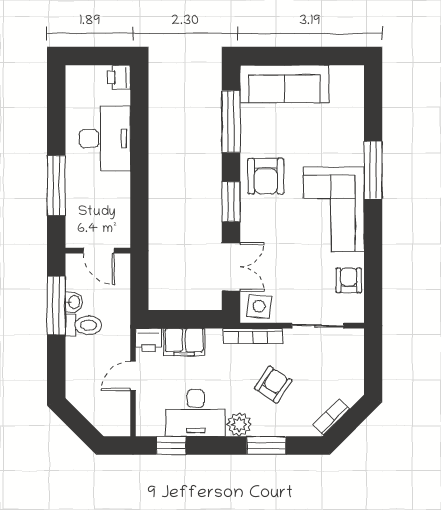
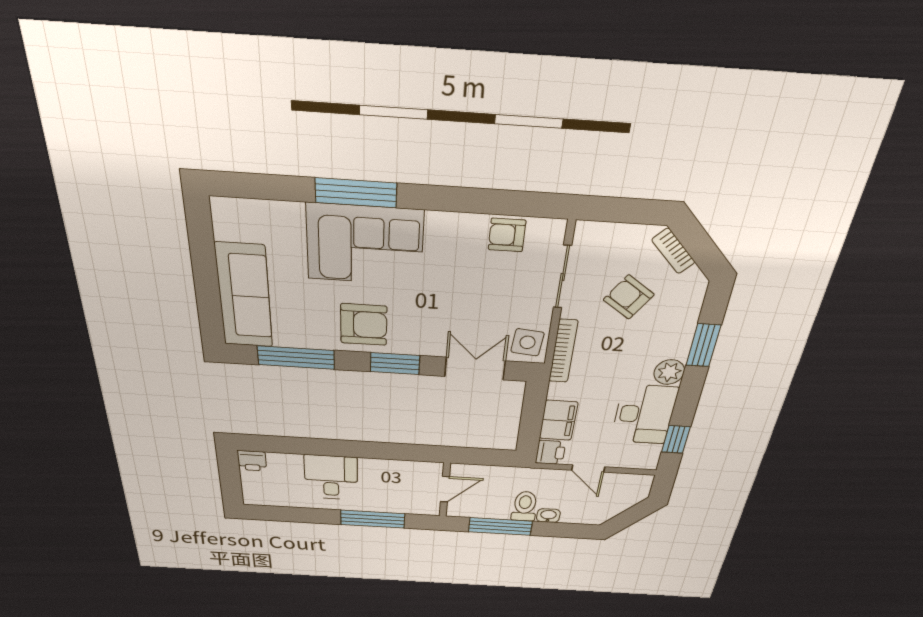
desk: (105, 139) -> (331, 477), width x0.73
corner sofa: (334, 209) -> (365, 245), moved
washbasin: (74, 302) -> (548, 516), moved
armchair: (273, 385) -> (629, 297), moved
bookcase: (331, 417) -> (673, 251), moved

